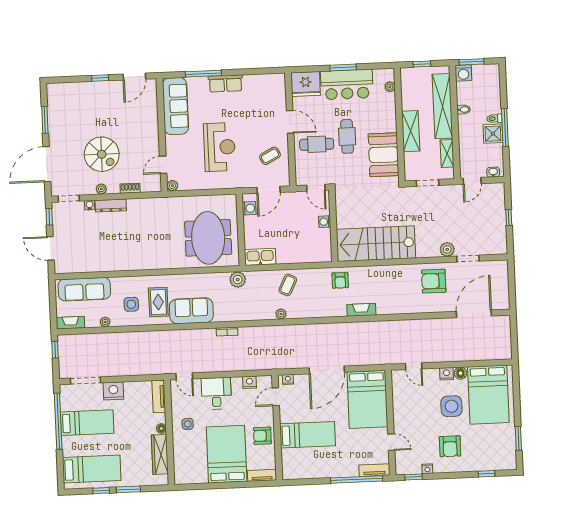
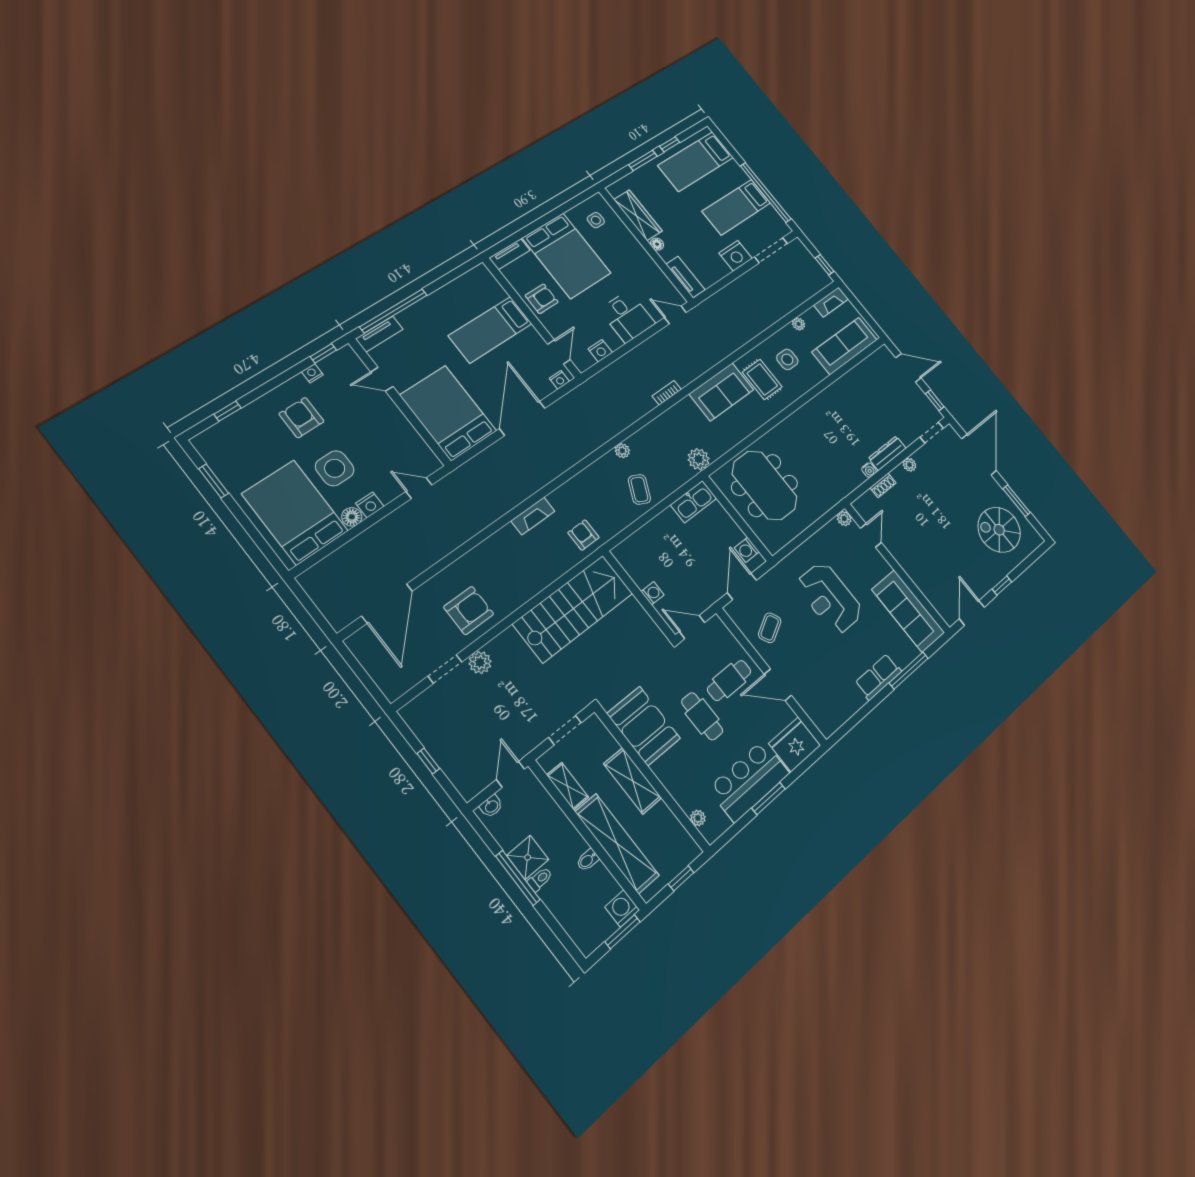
spiral stairs: (102, 154) -> (999, 530), moved
water cooler: (90, 205) -> (869, 470), moved
side table: (188, 424) -> (596, 220), moved

